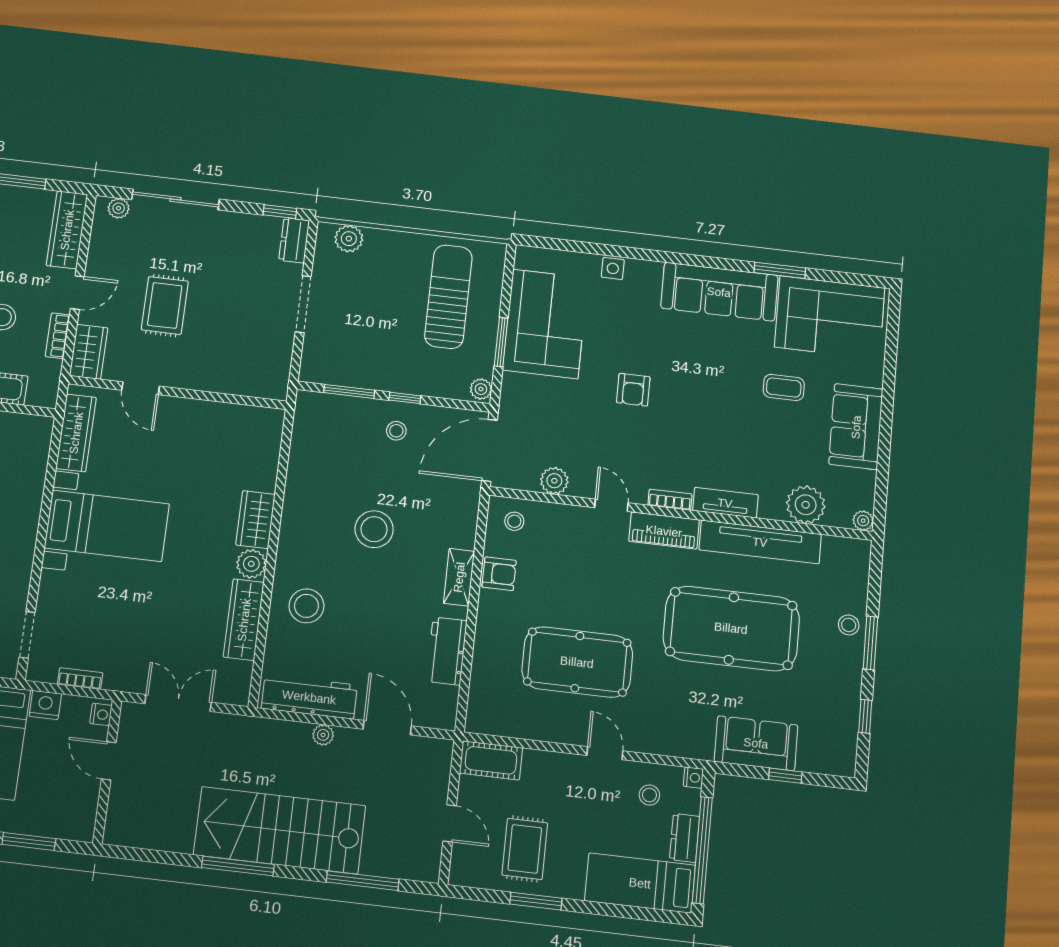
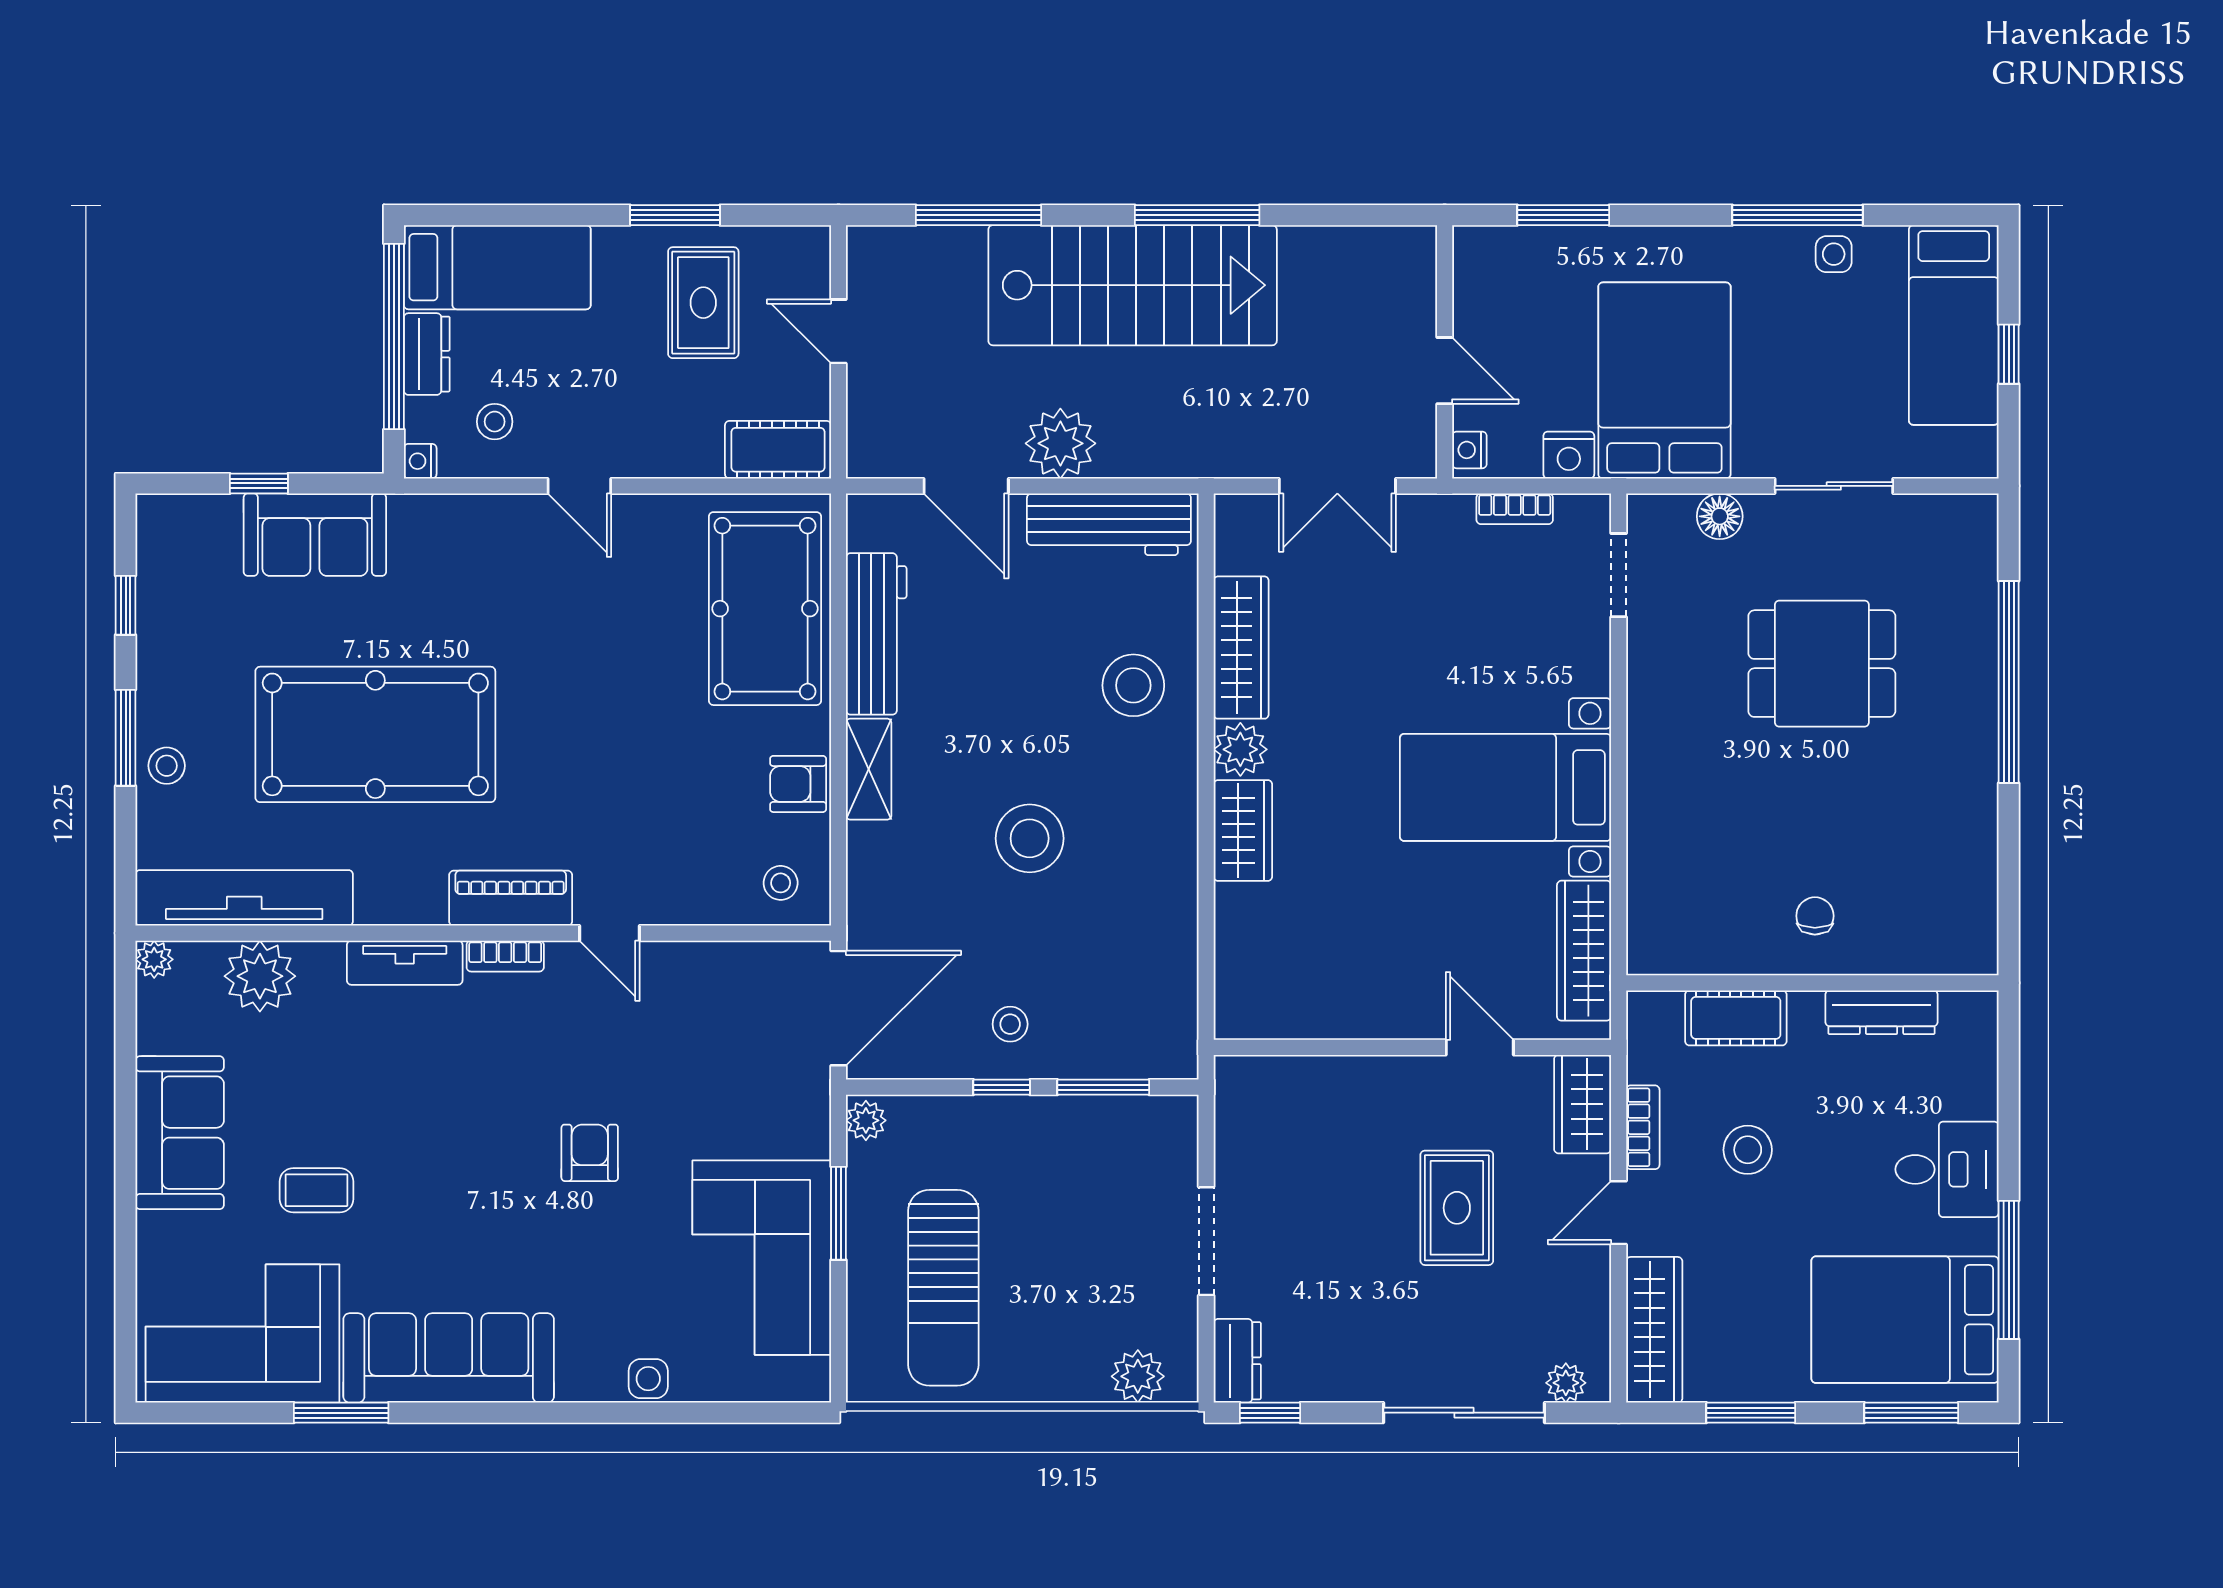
plant: (554, 481) -> (716, 966), removed
tv unit: (760, 542) -> (244, 898), moved
workbench: (447, 651) -> (876, 634), width x1.38
pool table: (577, 662) -> (765, 609), moved, turned 90
plant: (323, 735) -> (1060, 443), width x1.88, depth x1.88

